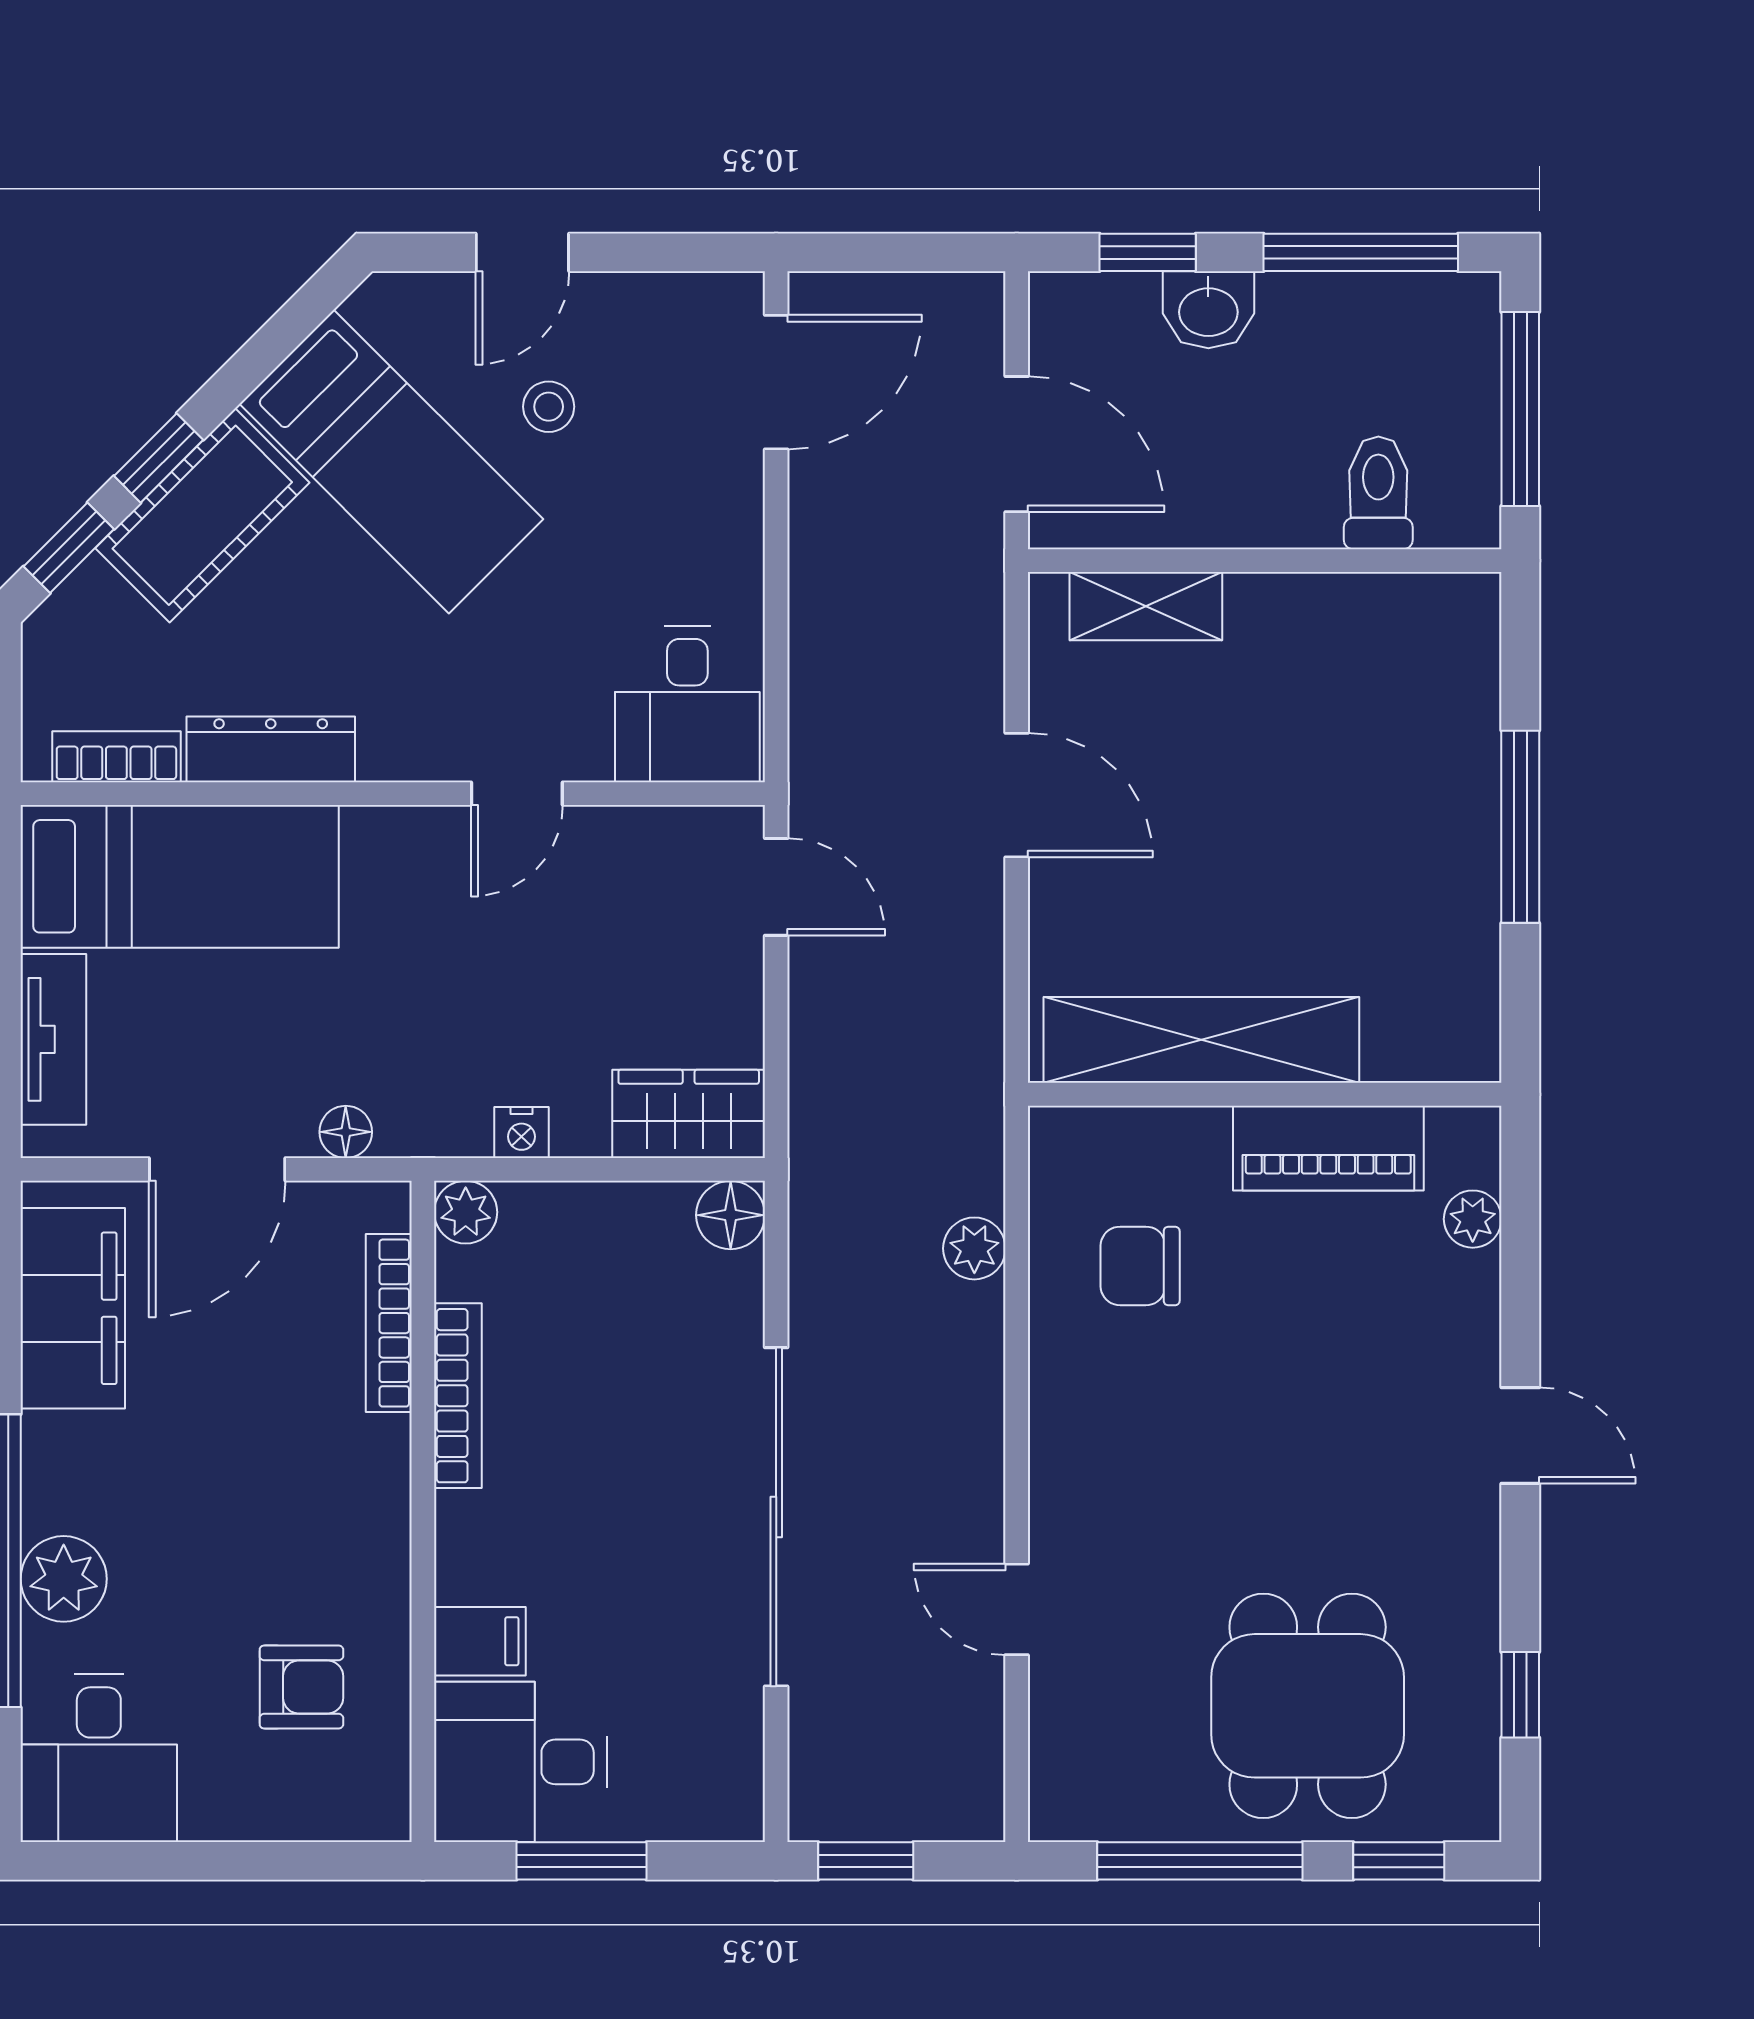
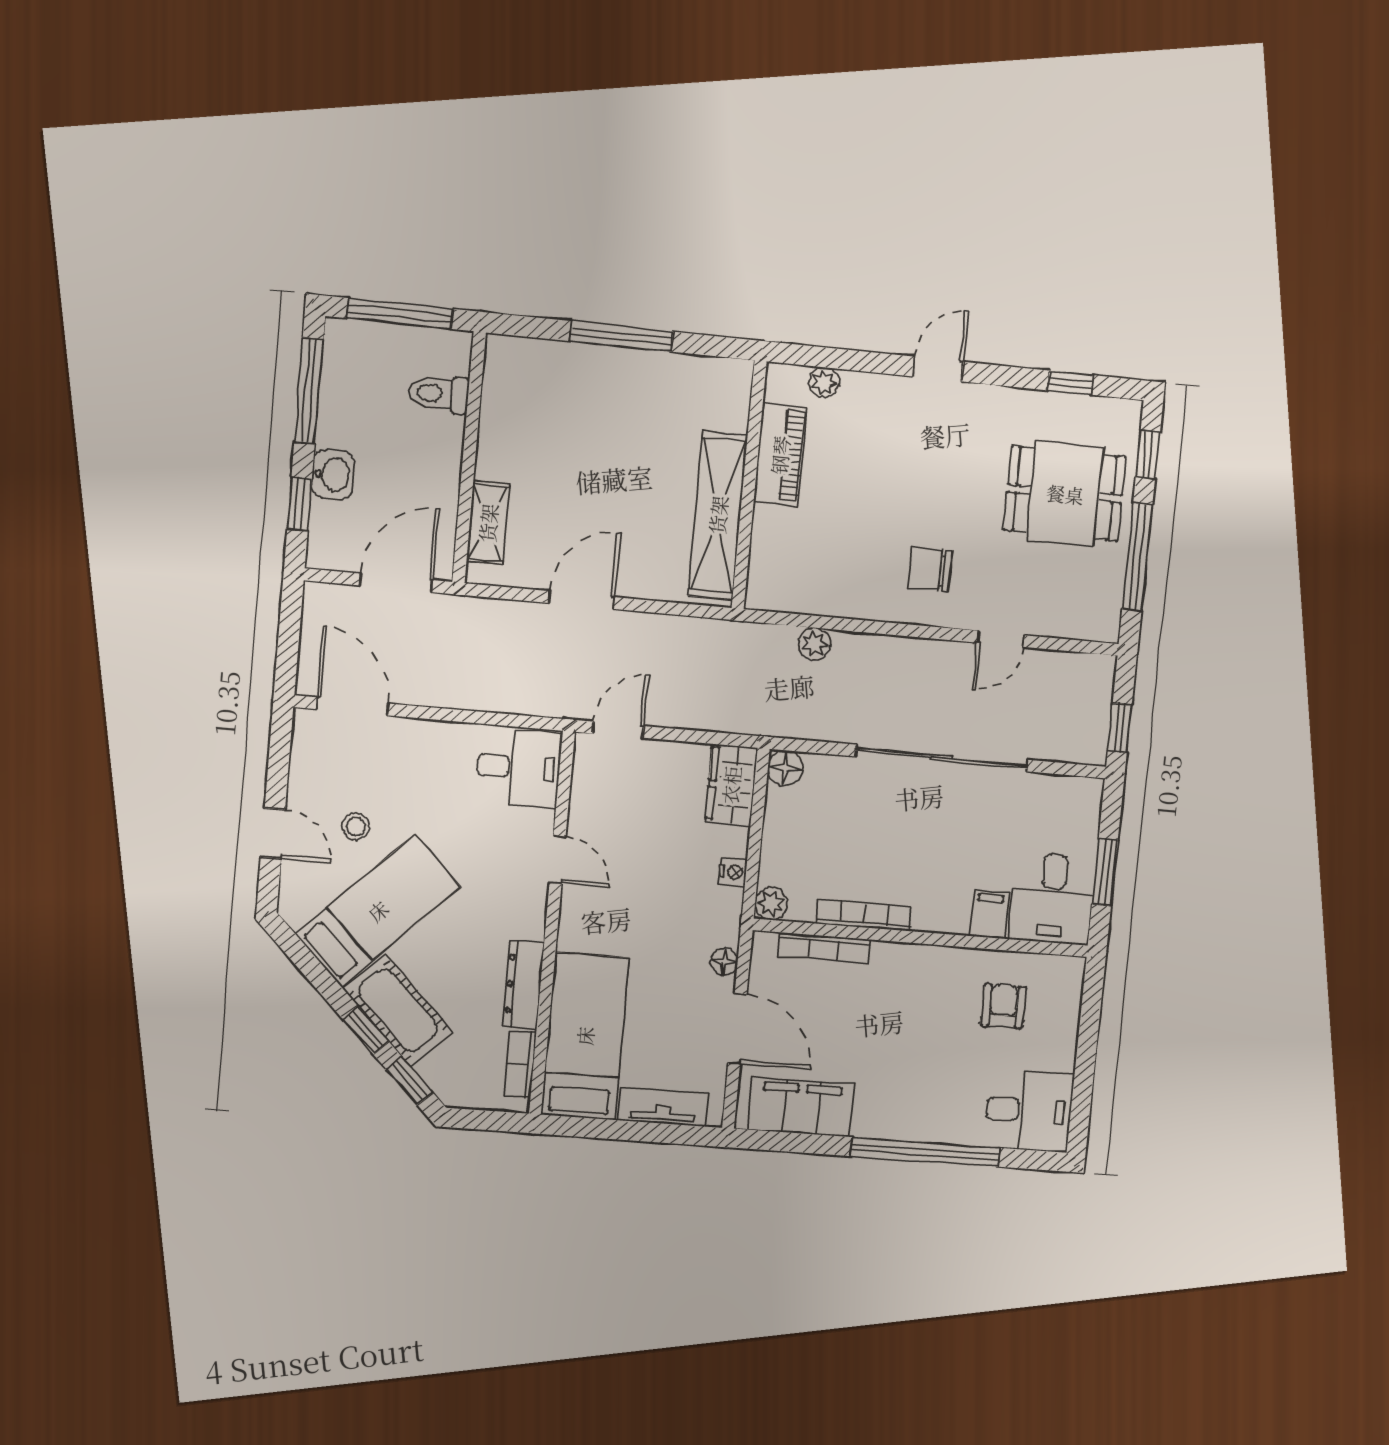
chair: (1140, 1266) -> (930, 570), moved, turned 90
plant: (64, 1579) -> (937, 1122), removed

